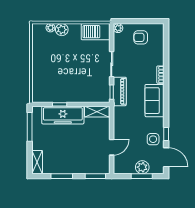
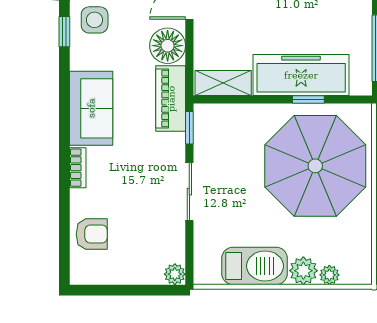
barbecue: (96, 32) -> (255, 266), moved
armchair: (141, 37) -> (92, 234), moved
parasol: (57, 75) -> (315, 166), added
piano: (120, 91) -> (171, 99), moved
floor lamp: (121, 128) -> (168, 46), added

